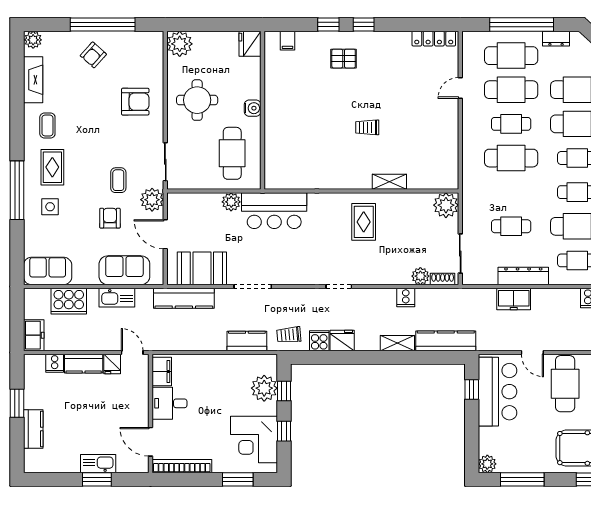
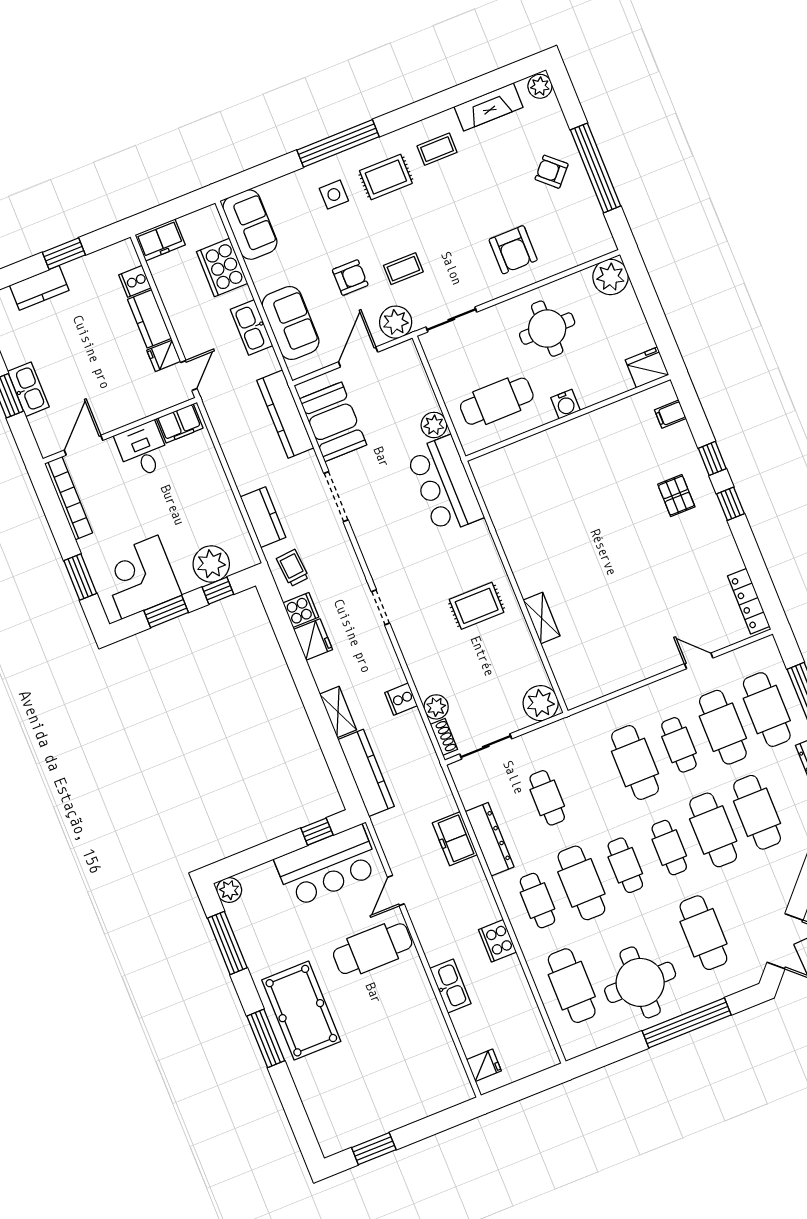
trolley: (367, 127) -> (600, 561), removed
window: (284, 431) -> (166, 611), width x1.50

